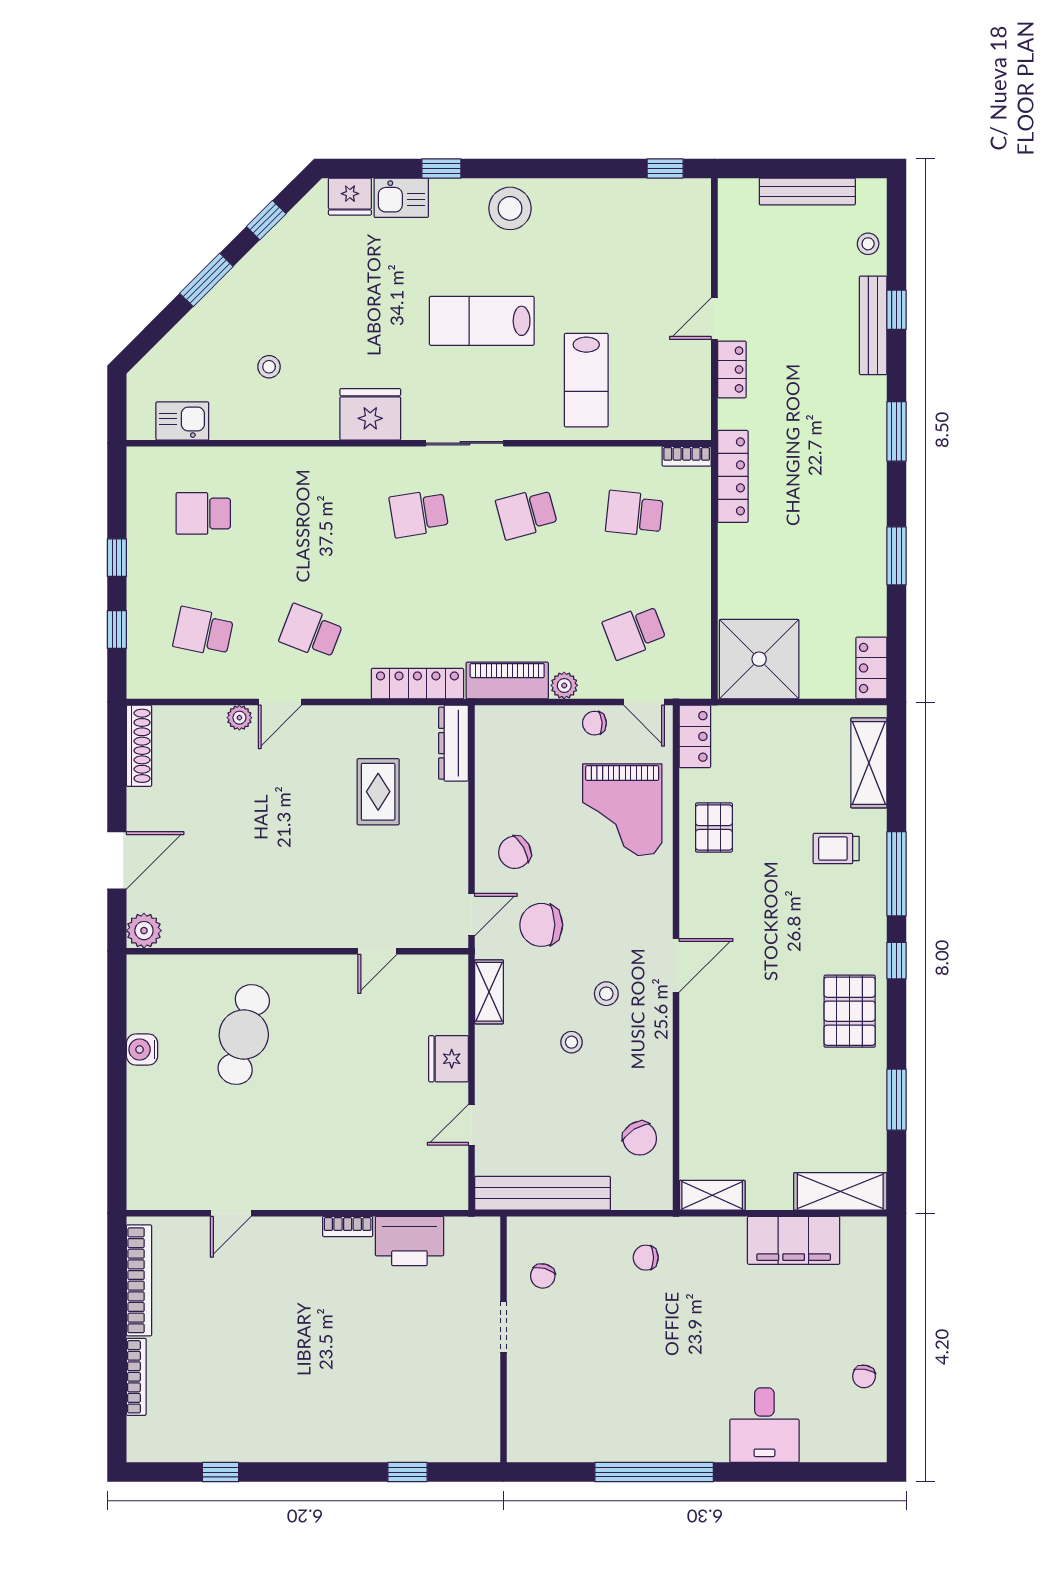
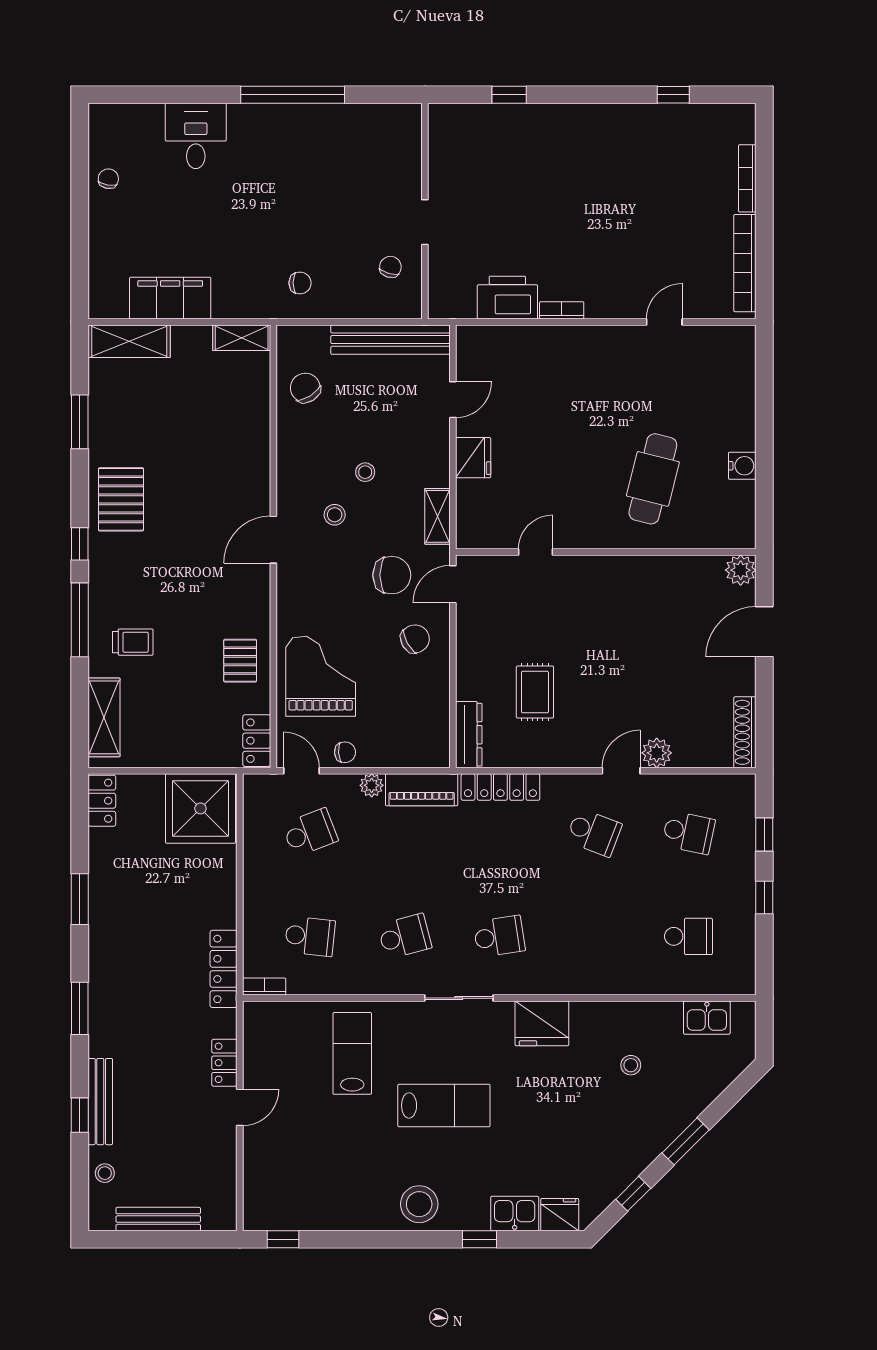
plant: (239, 718) -> (657, 753), width x1.38, depth x1.38

